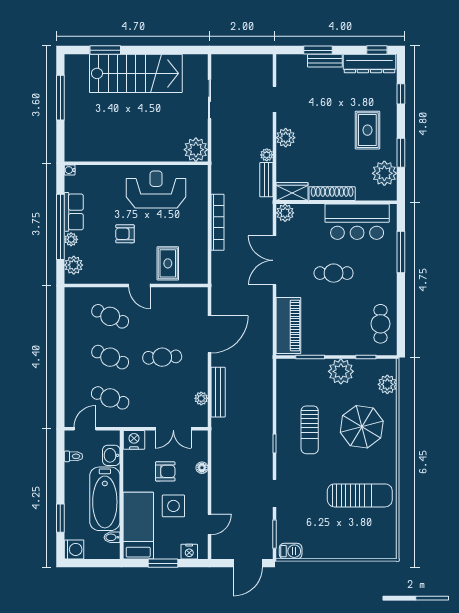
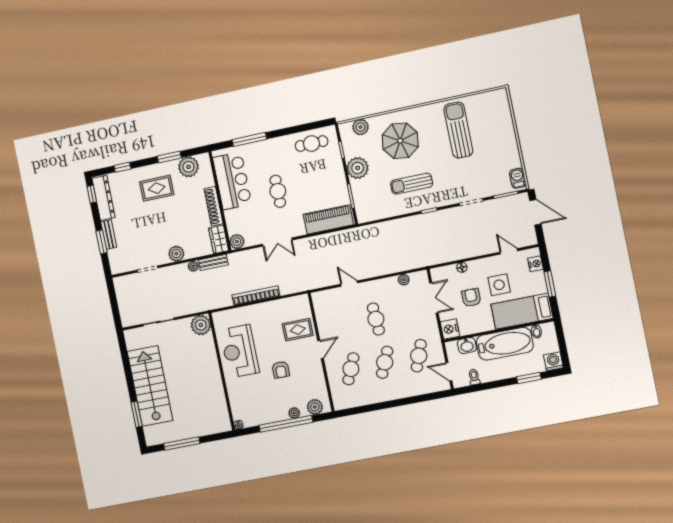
row of seats: (74, 212) -> (271, 415), removed
double door: (275, 260) -> (277, 242), width x0.73
door: (209, 334) -> (349, 284), width x0.53
bench: (218, 392) -> (396, 267), removed
sun lounger: (310, 430) -> (412, 184), turned 180

